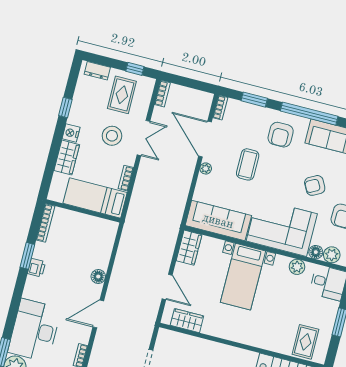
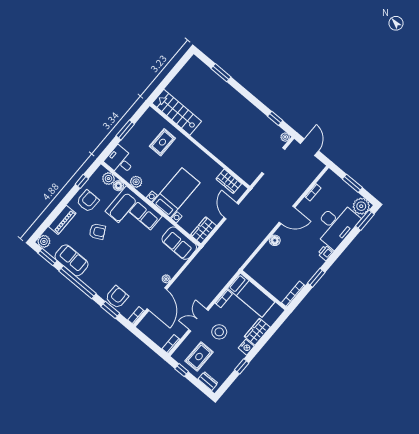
armchair: (281, 135) -> (117, 297), moved
coffee table: (248, 164) -> (136, 268), removed
sofa: (218, 221) -> (179, 243), width x0.73
printer: (37, 268) -> (326, 253), moved
rug: (305, 342) -> (162, 142), moved

